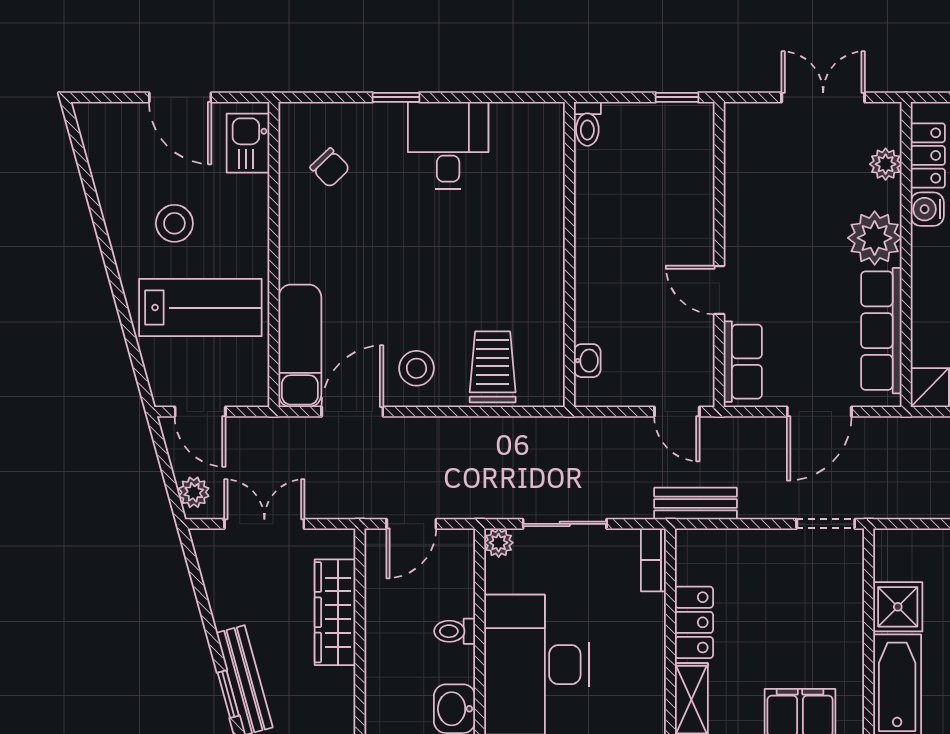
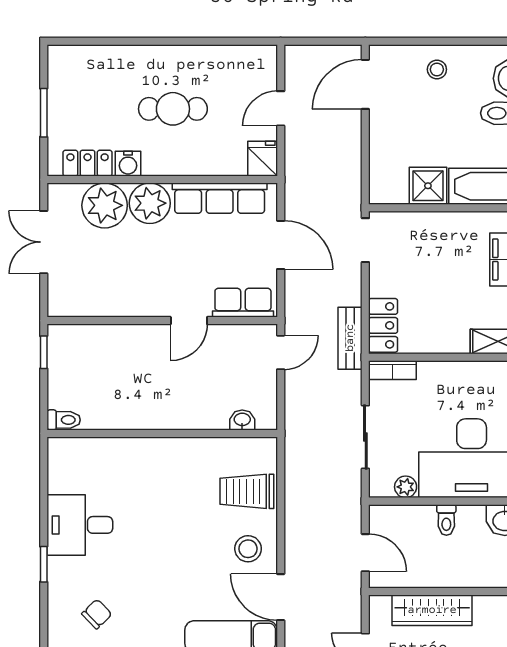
plant: (886, 164) -> (105, 205), width x1.88, depth x1.88
plant: (499, 543) -> (406, 487), moved
locker: (694, 622) -> (383, 325), moved, turned 90

